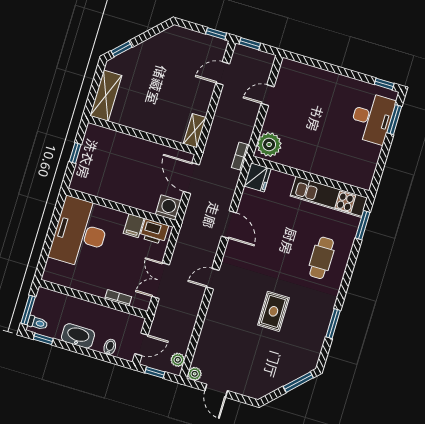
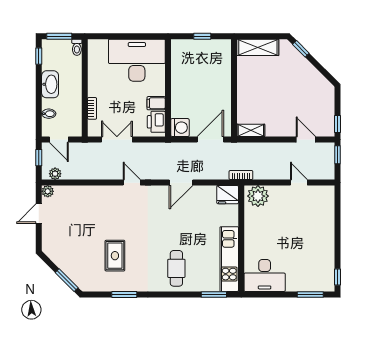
desk: (372, 118) -> (265, 276), moved
cafe table: (322, 258) -> (176, 268), turned 90
rug: (273, 311) -> (115, 256), moved, turned 90
toilet: (38, 323) -> (77, 47), moved

